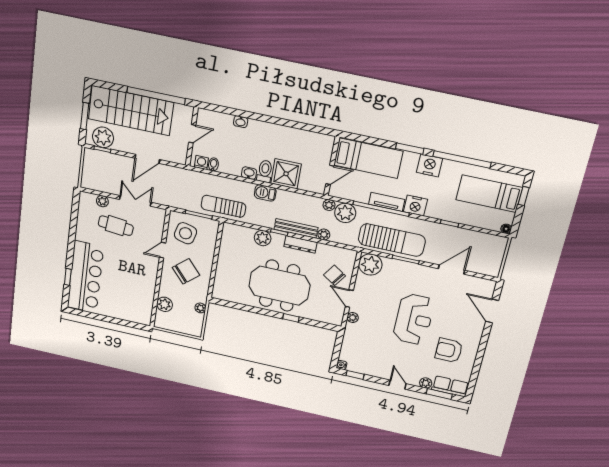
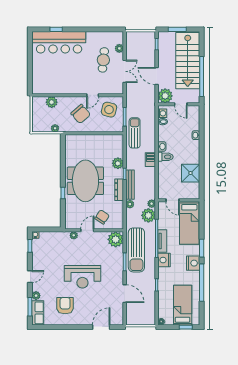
plant: (103, 137) -> (165, 96), moved
shower: (286, 174) -> (191, 173), moved
door: (163, 250) -> (93, 95), swing flipped

